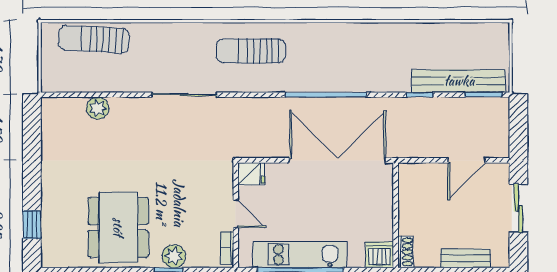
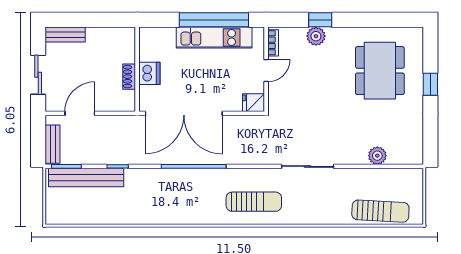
bench: (500, 122) -> (53, 144), added
door: (236, 214) -> (266, 70), swing flipped
window: (32, 225) -> (430, 84), moved
dining table: (118, 227) -> (380, 71), moved
shoe rack: (406, 252) -> (129, 77), moved
dishwasher: (380, 255) -> (149, 73), moved, turned -90
bench: (465, 258) -> (65, 34), moved

